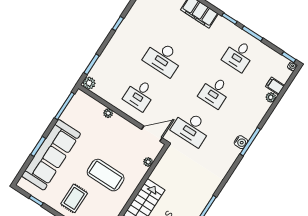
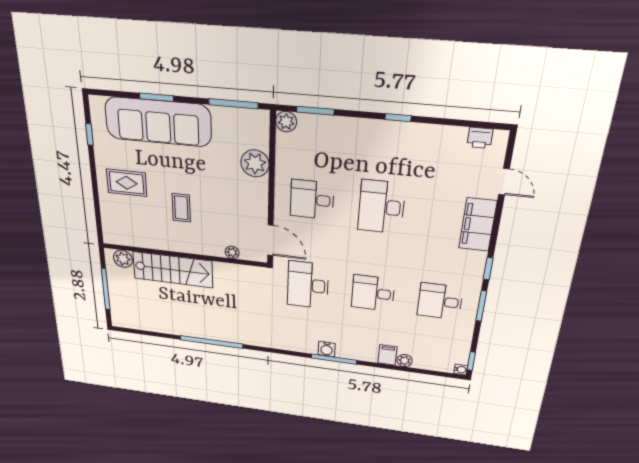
filing cabinet: (275, 86) -> (387, 355), moved
plant: (108, 113) -> (255, 163), width x1.88, depth x1.88
coffee table: (106, 175) -> (181, 208), width x0.54, depth x0.58

